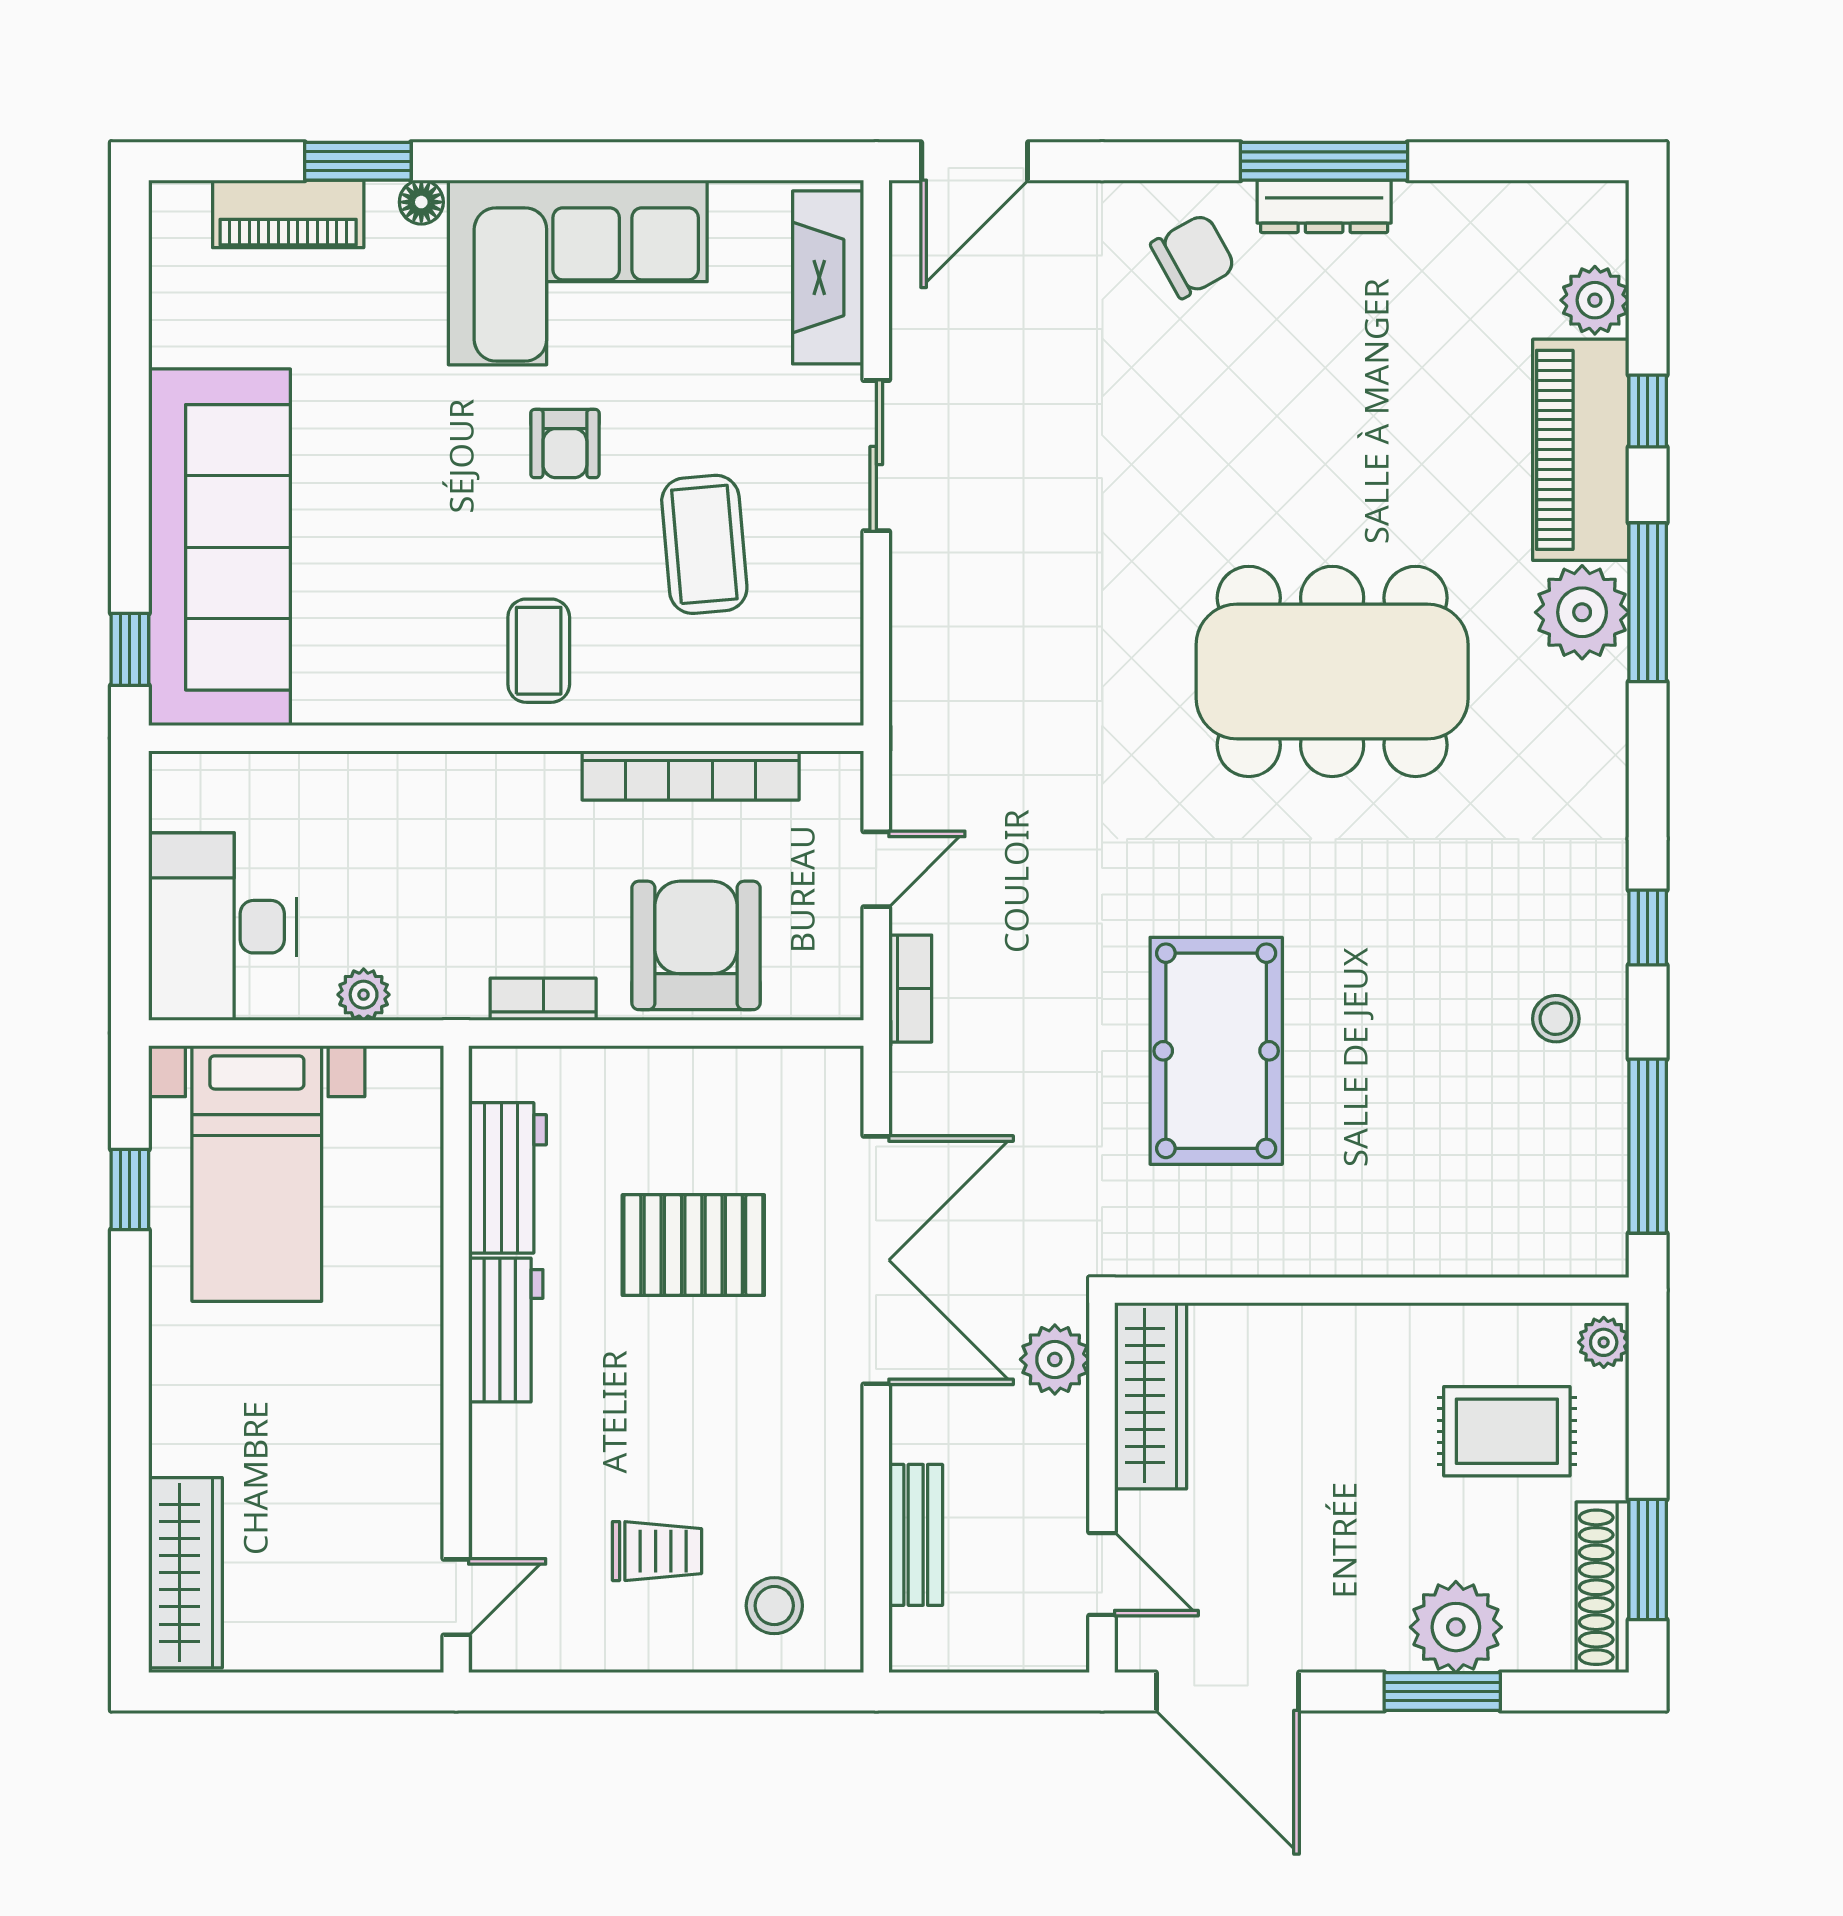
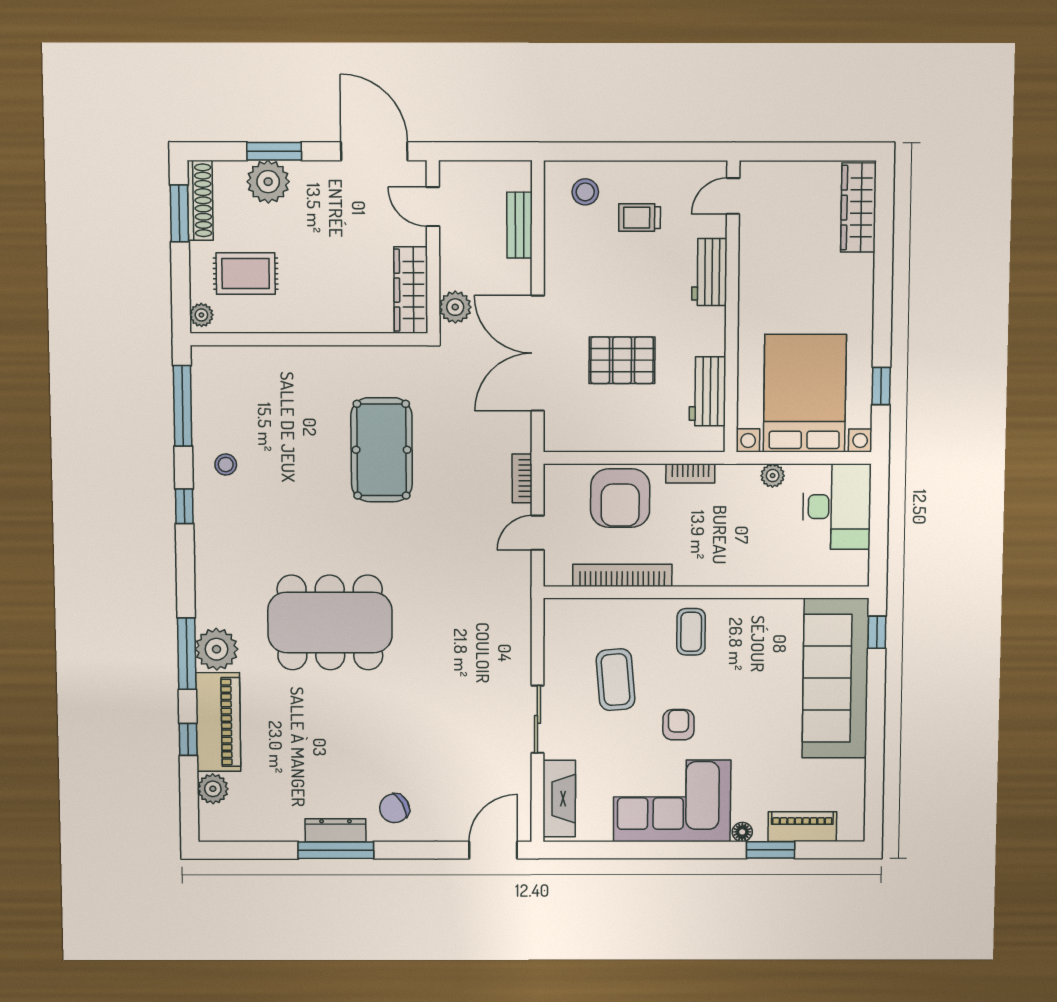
bed with nightstands: (257, 1173) -> (805, 393), width x1.36
workbench: (506, 1330) -> (709, 272), moved

